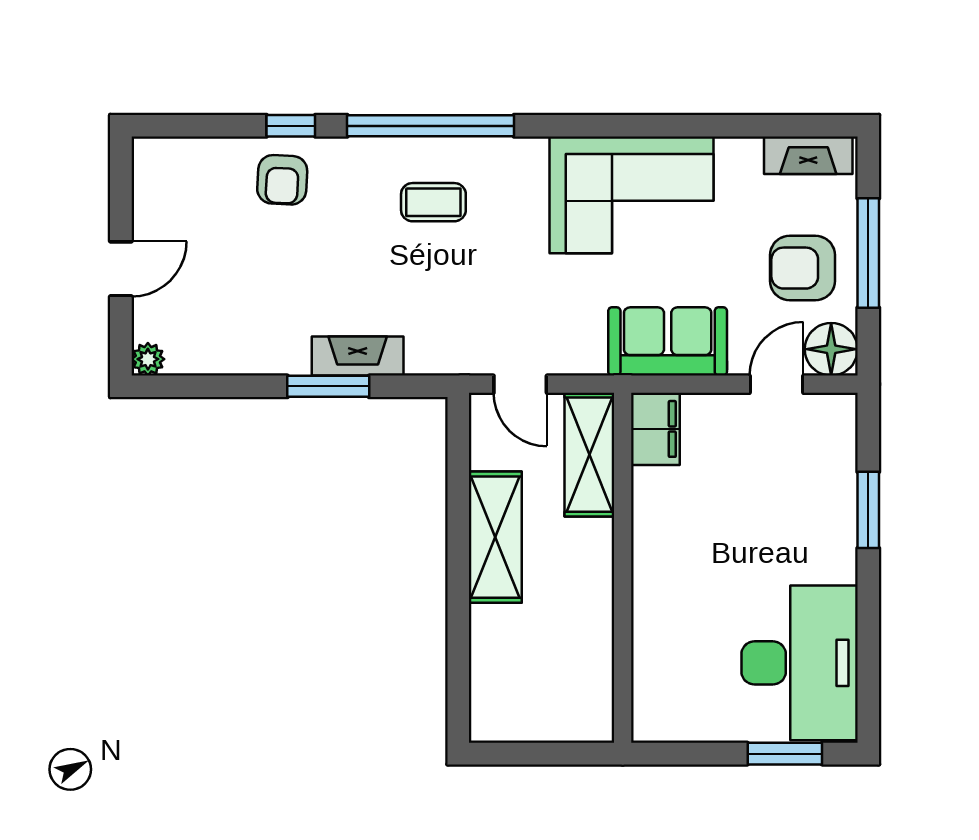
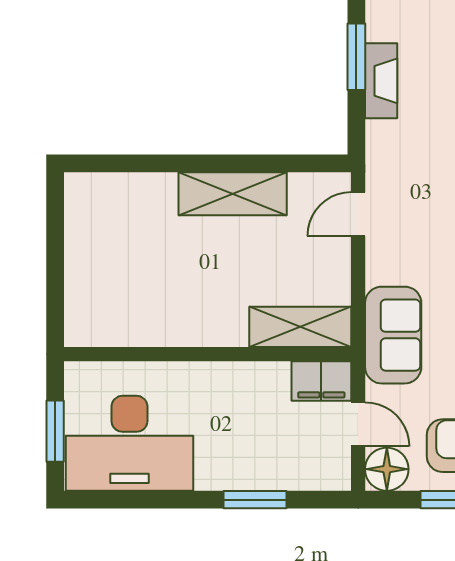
filing cabinet: (655, 429) -> (321, 381), moved
shelving: (589, 455) -> (300, 327), moved
wall: (623, 568) -> (207, 354), moved

